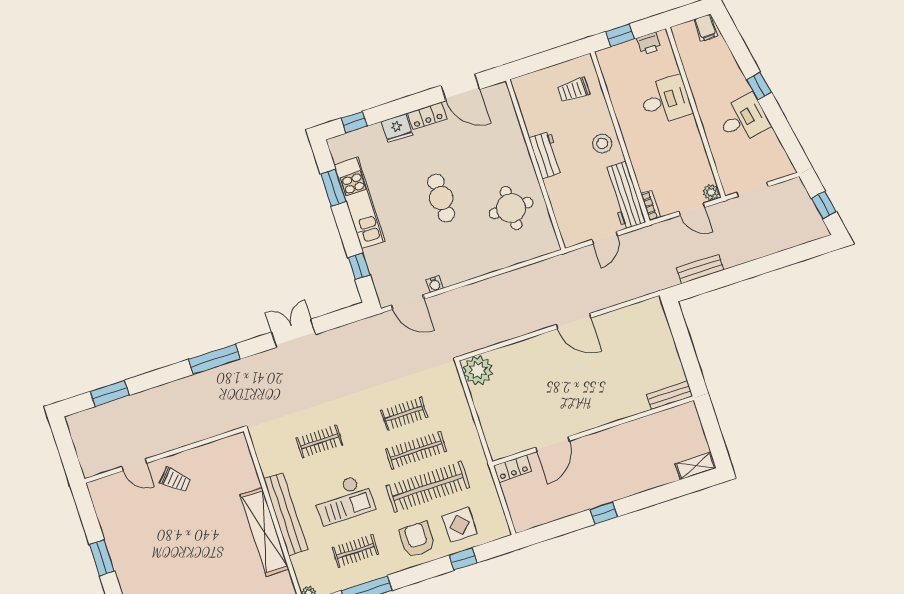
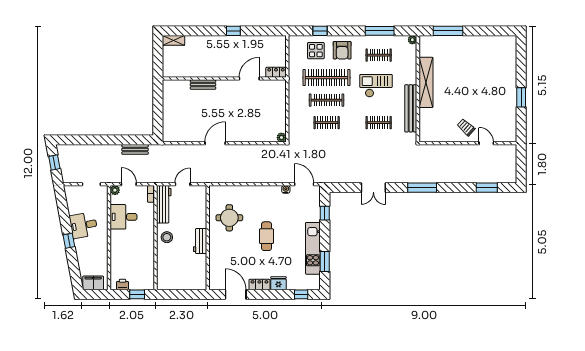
filing cabinet: (706, 28) -> (93, 283), width x2.00
trolley: (573, 90) -> (173, 272), removed
desk: (666, 100) -> (124, 217), moved
door: (574, 321) -> (215, 143), hinge flipped
plant: (478, 370) -> (281, 138), width x0.53, depth x0.53
bench: (670, 395) -> (203, 85), moved
bench: (286, 514) -> (411, 108), moved

